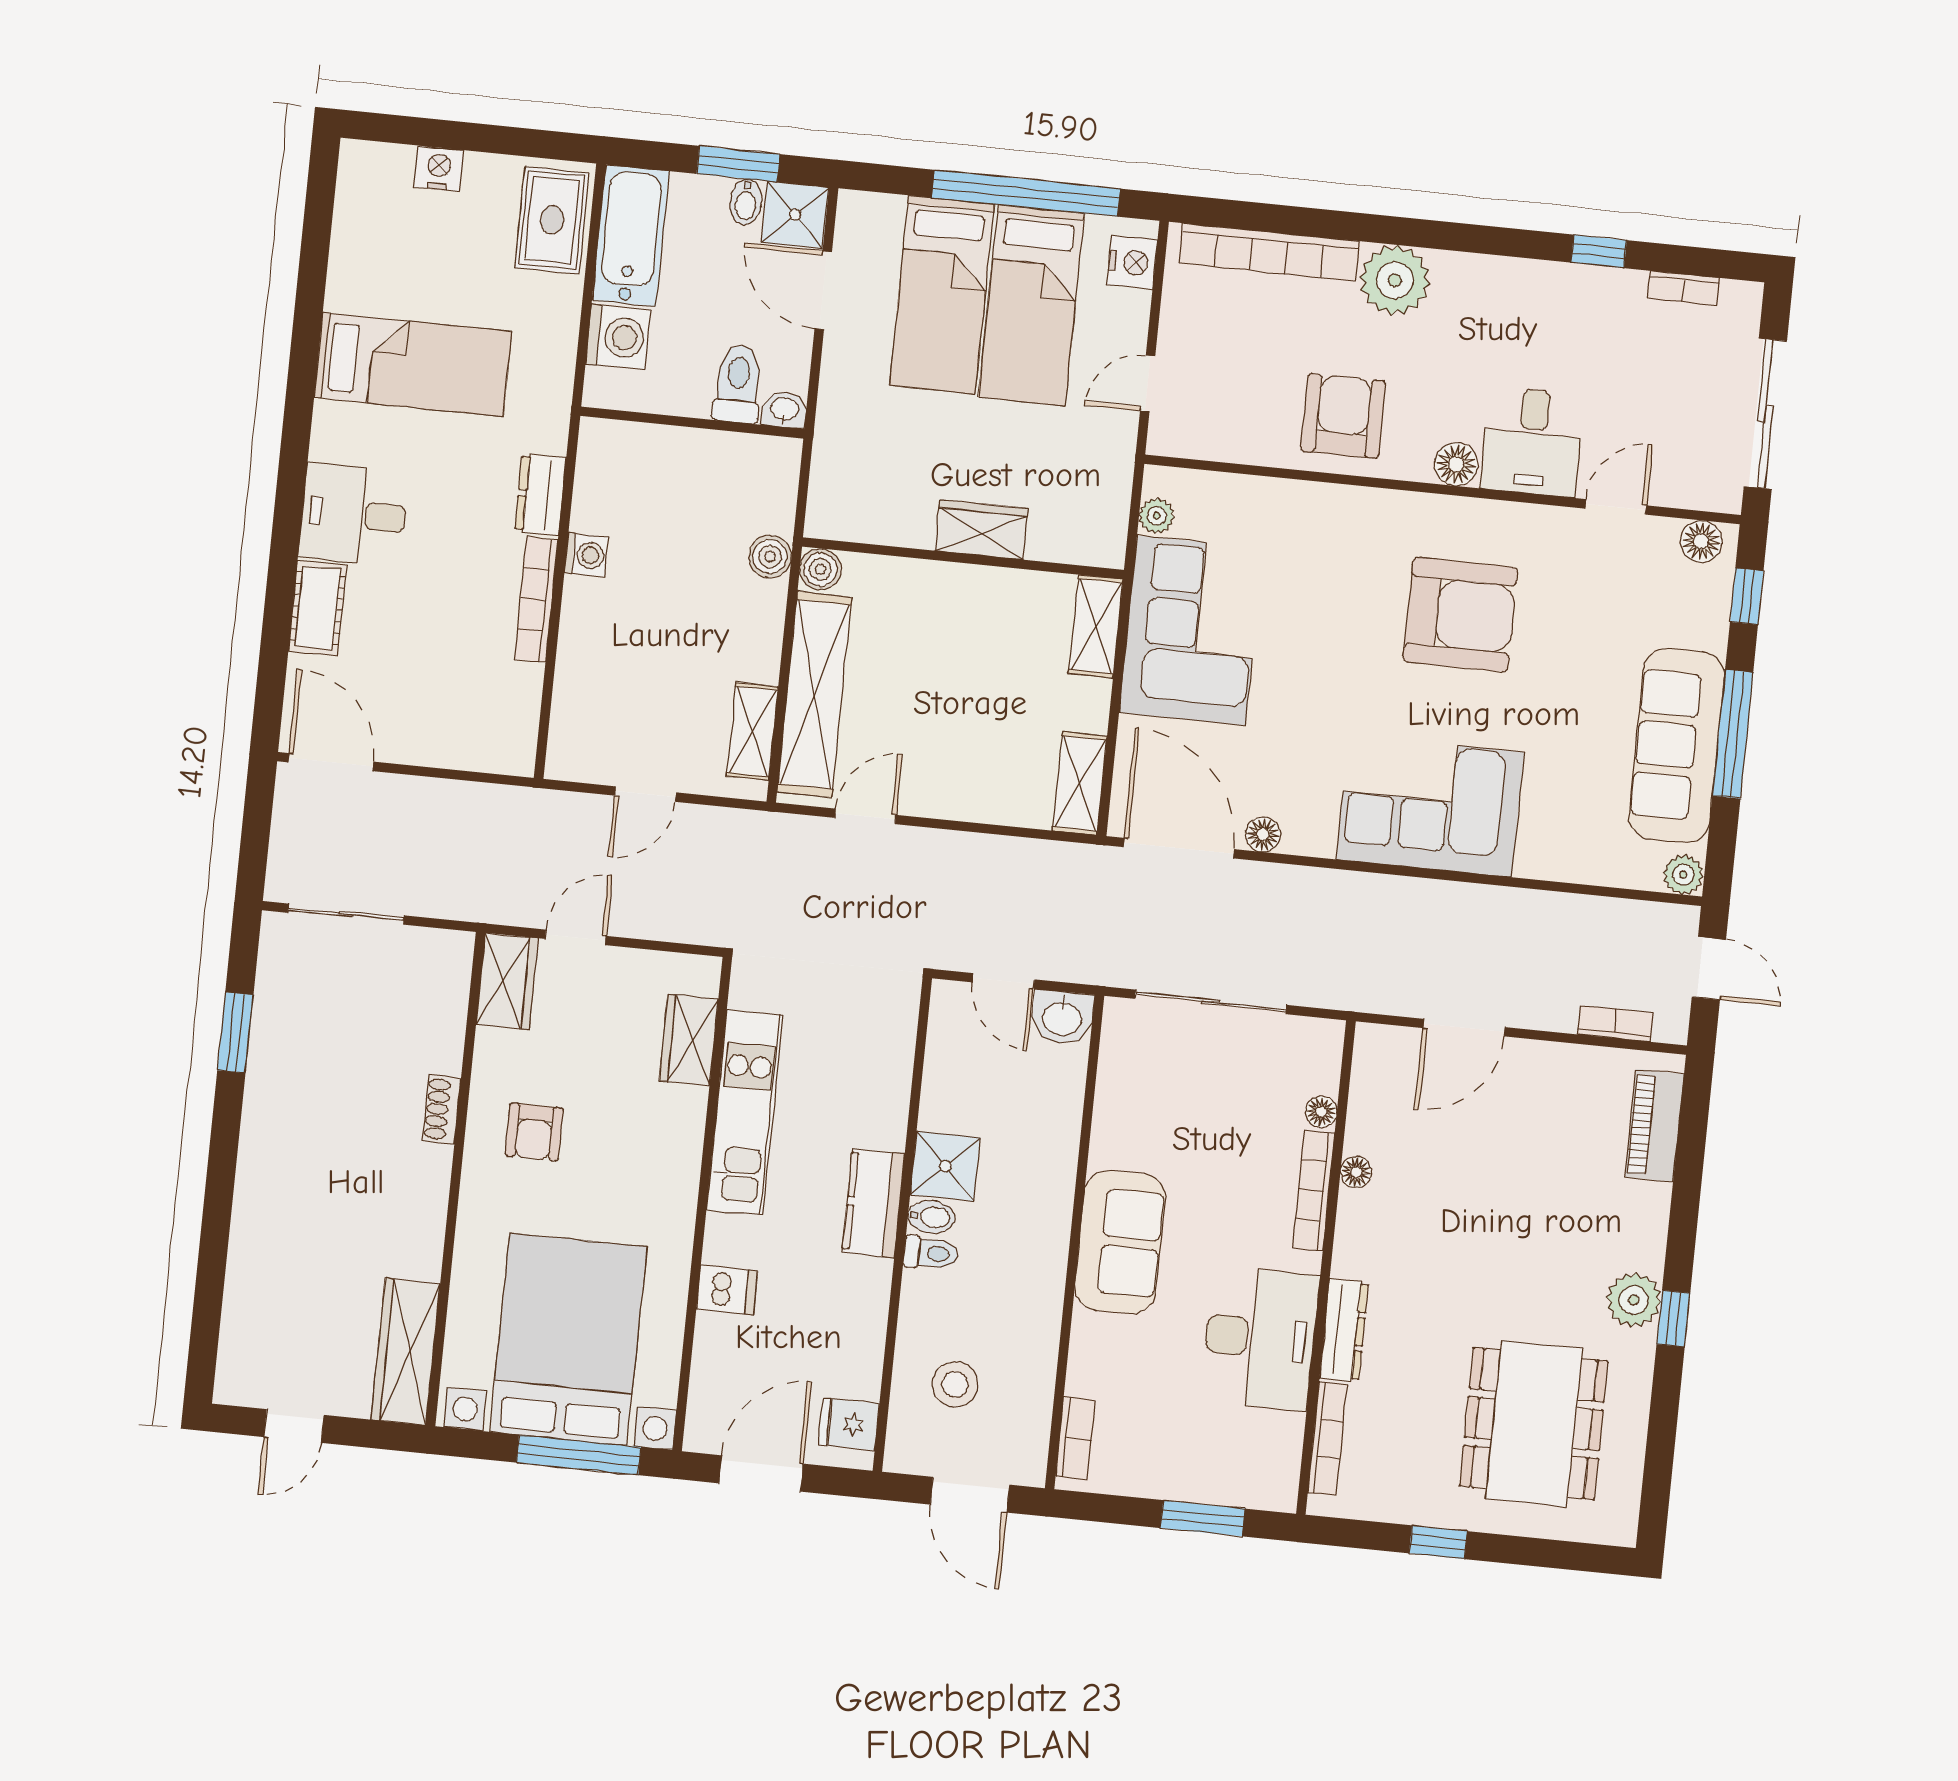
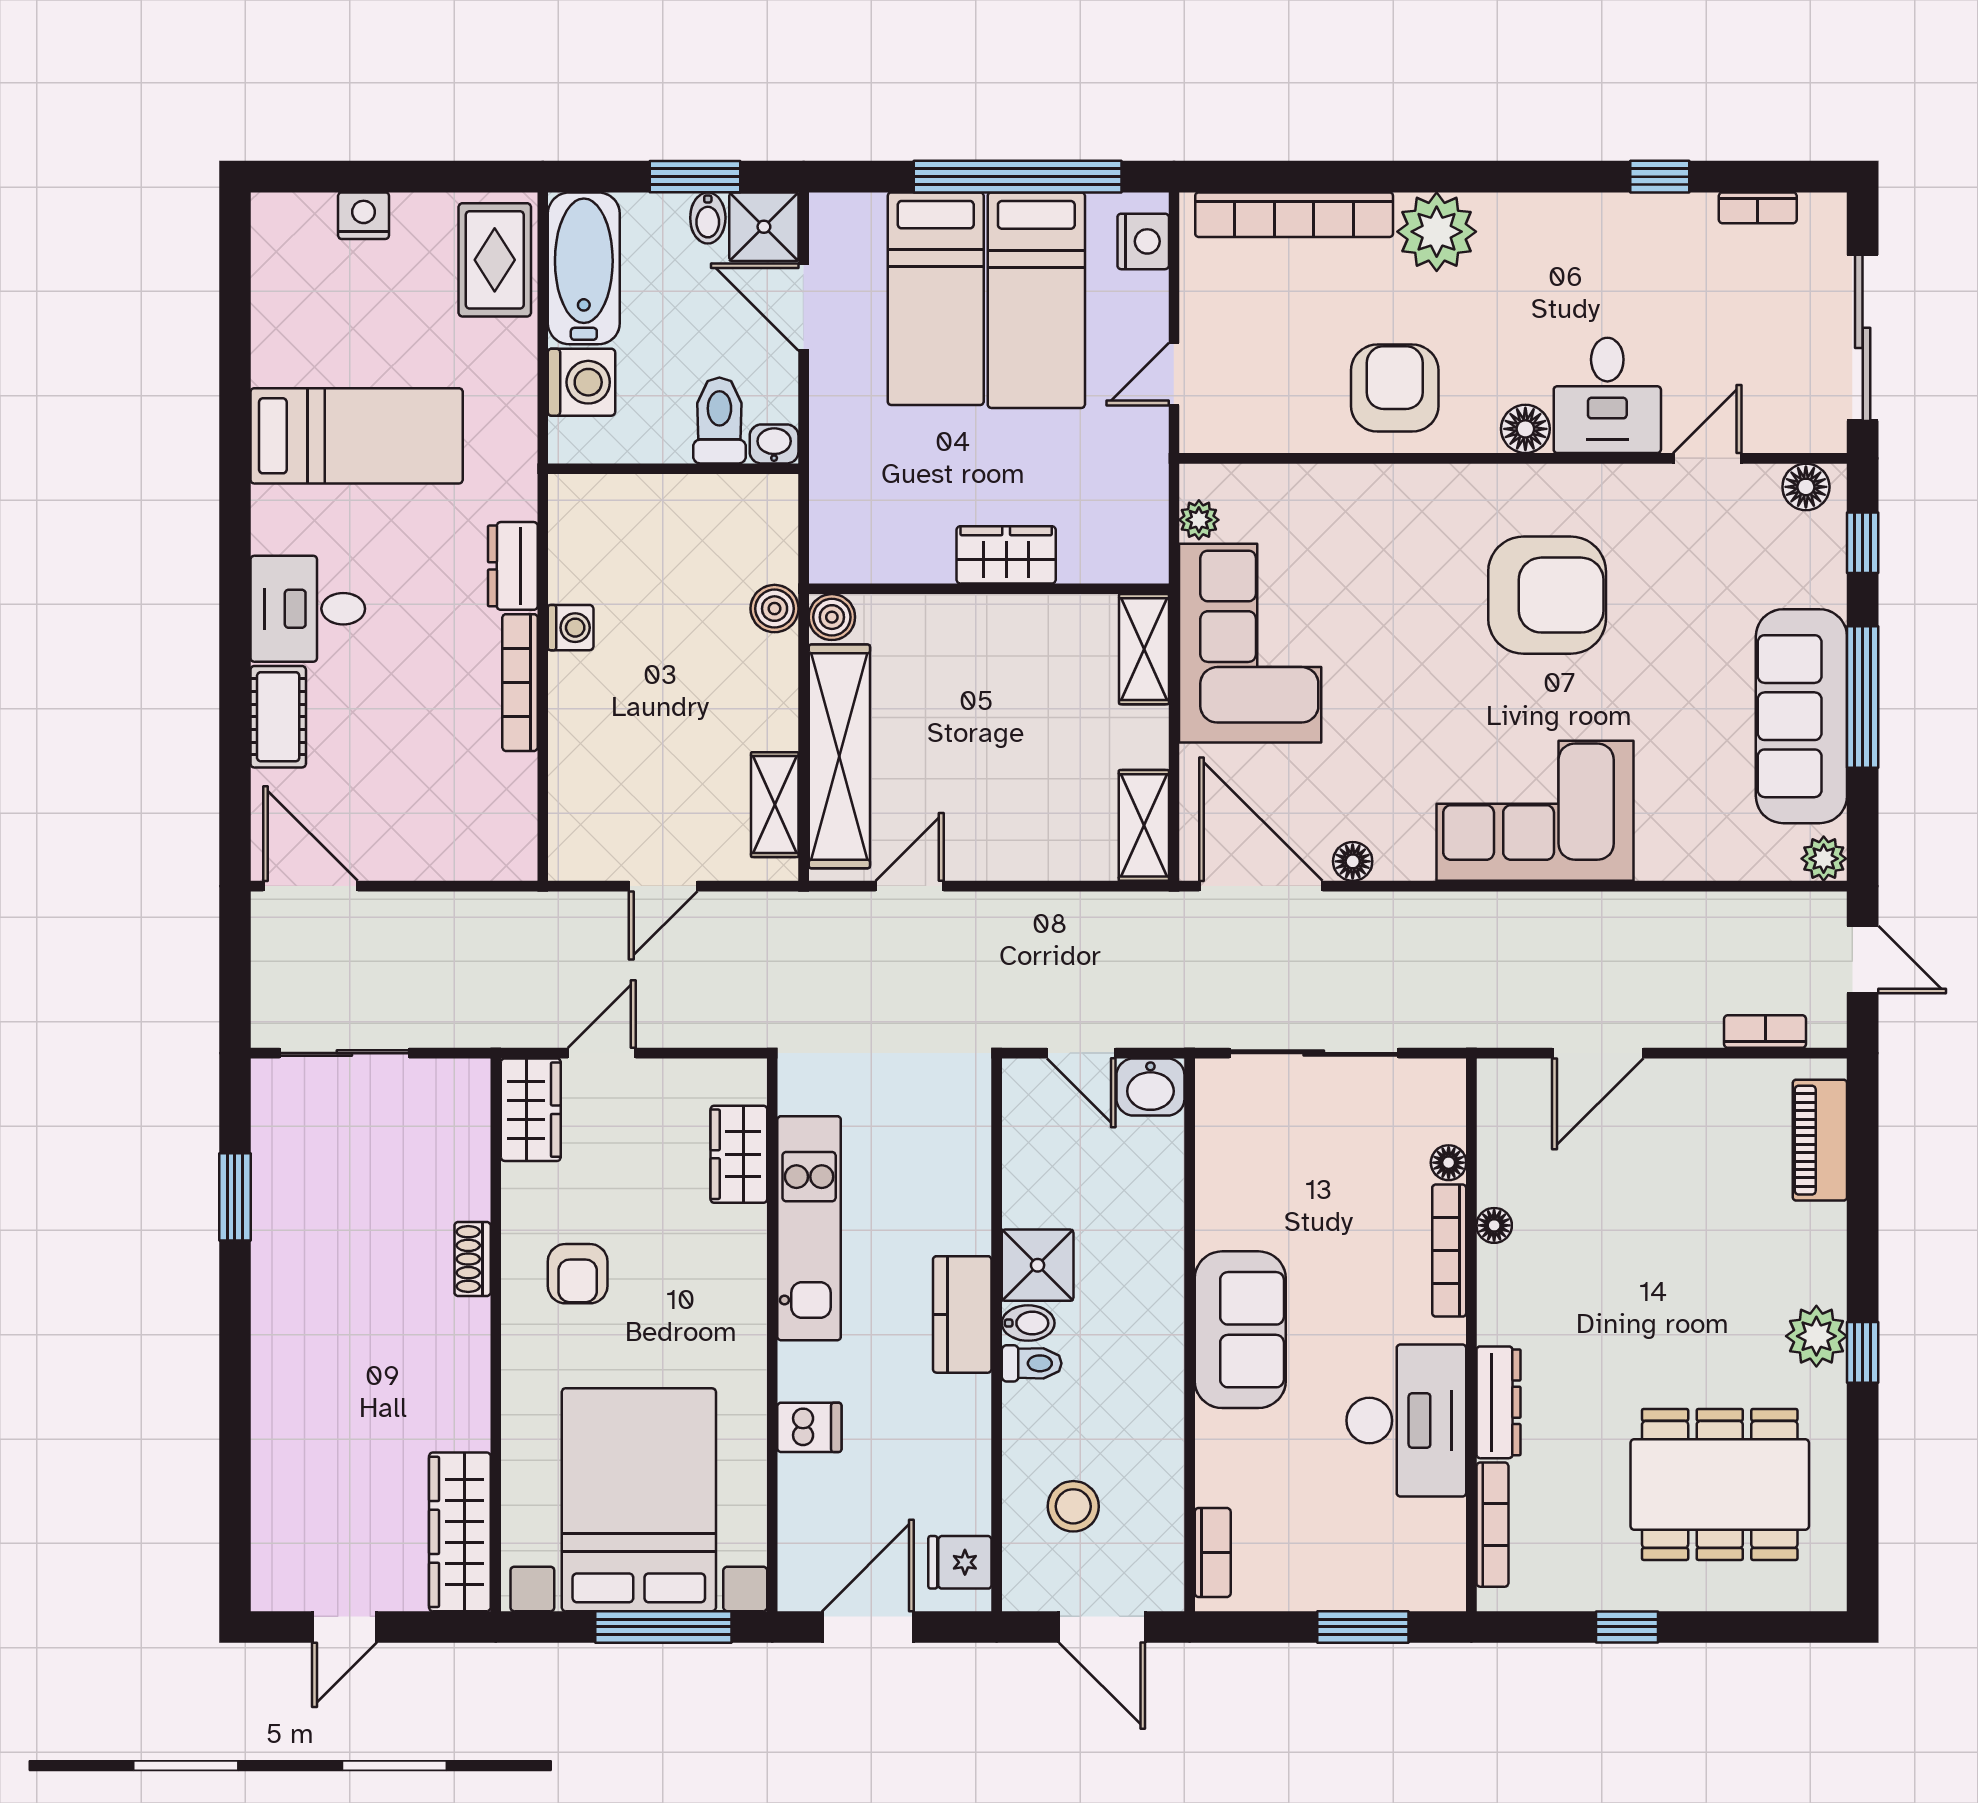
dining table: (1534, 1424) -> (1720, 1484), turned 90

